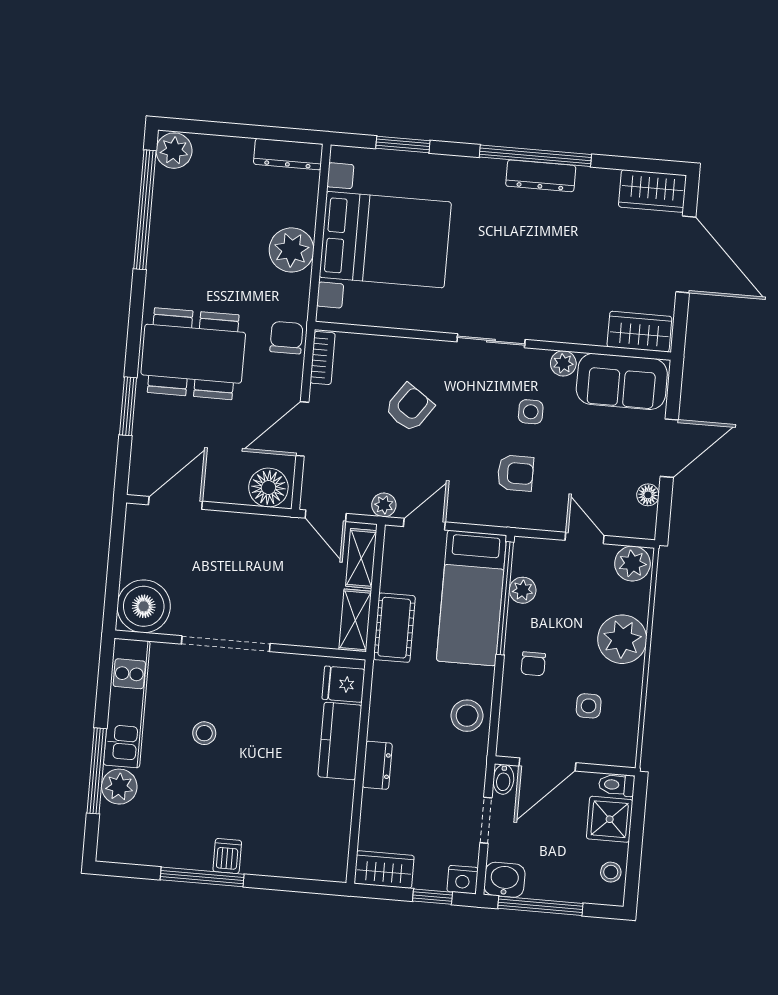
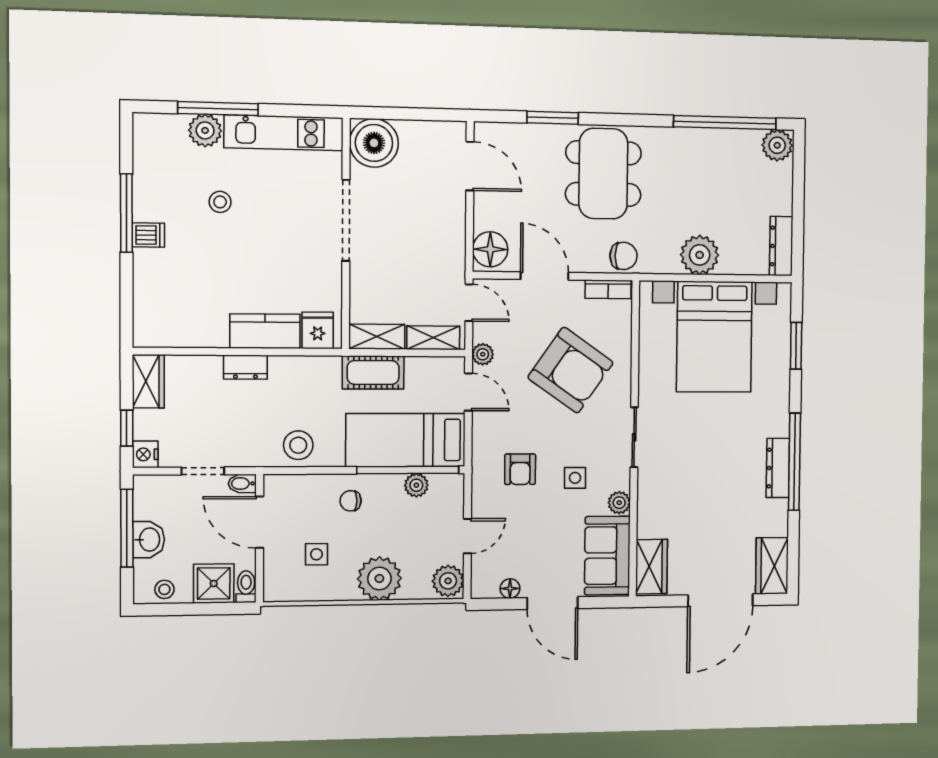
armchair: (409, 408) -> (571, 370), width x1.88, depth x1.88
door: (326, 516) -> (469, 303), swing flipped
stool: (204, 733) -> (220, 202), moved
washbasin: (505, 880) -> (149, 540), moved

